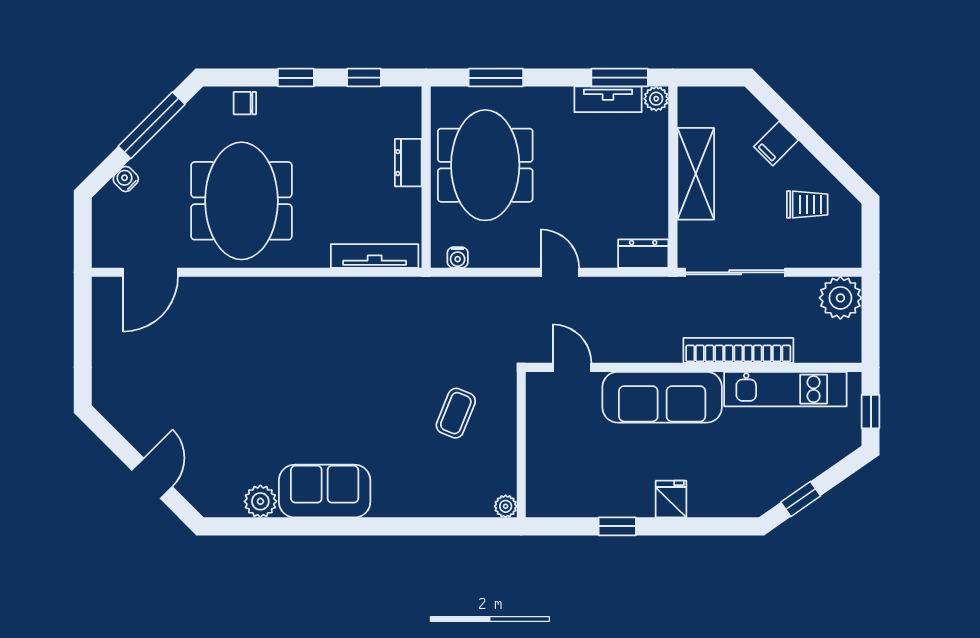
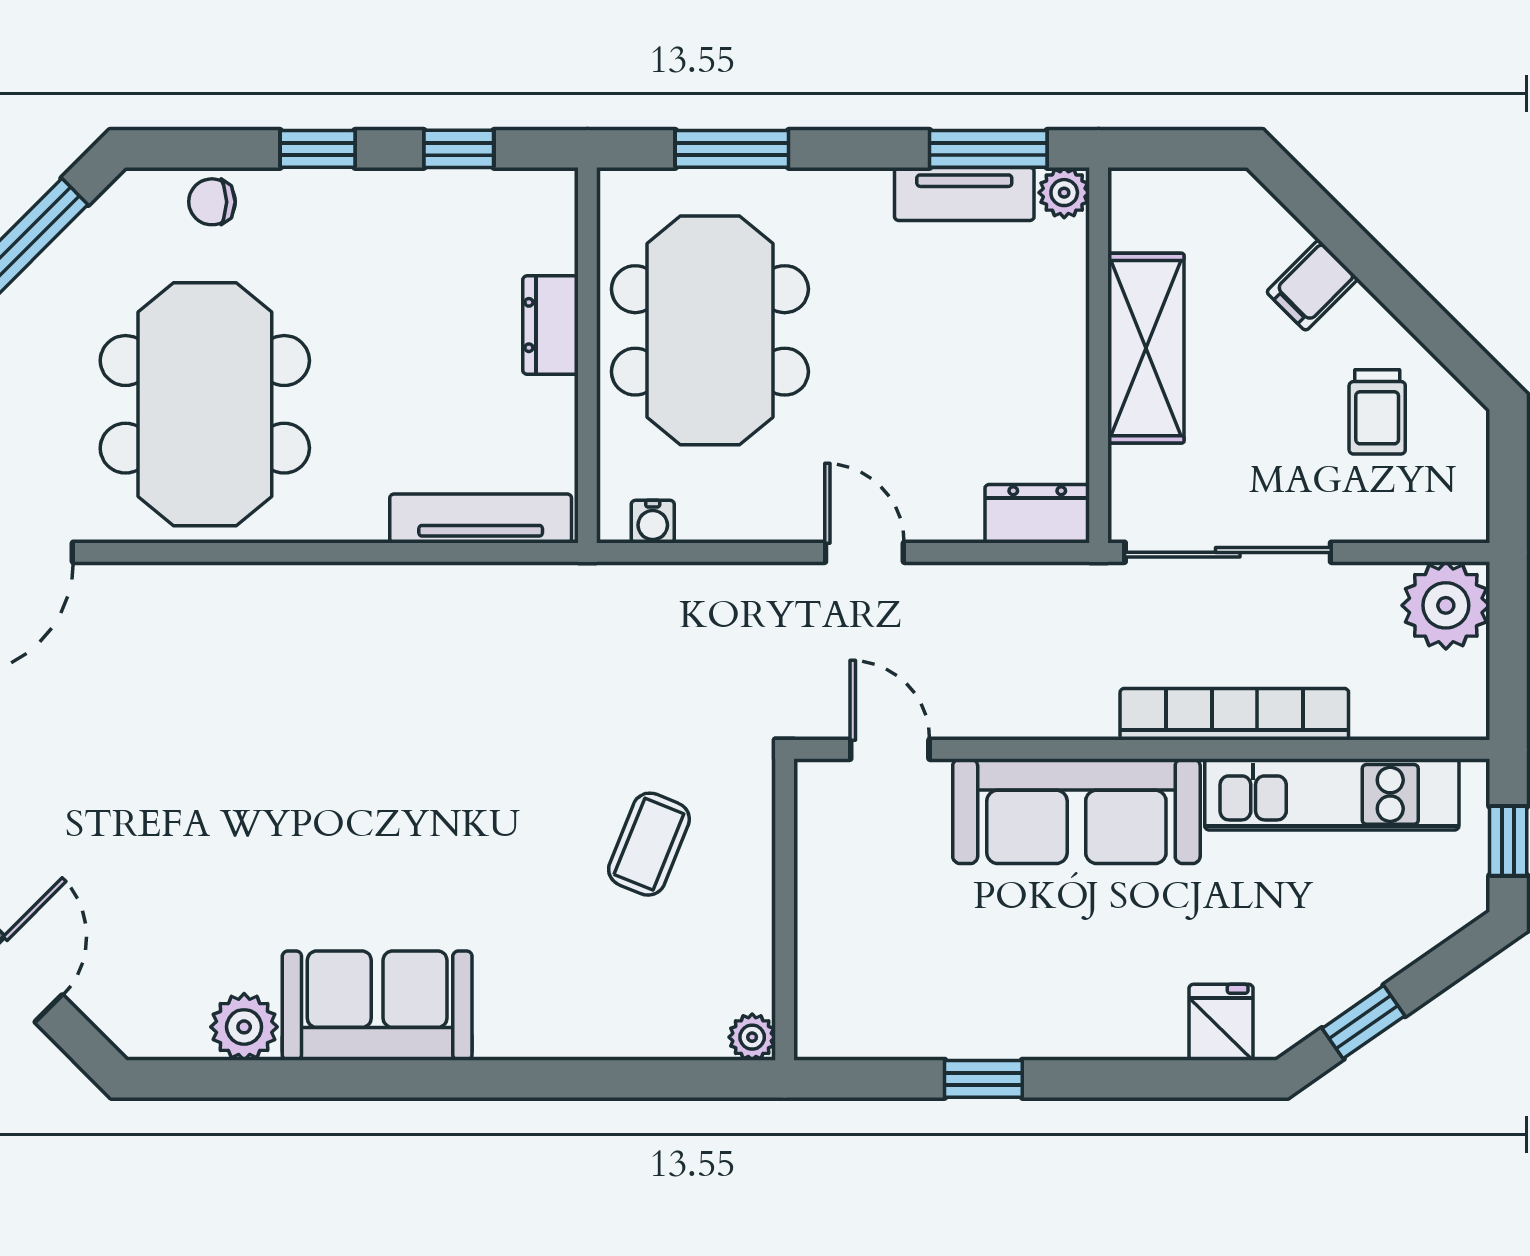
trolley: (807, 204) -> (1377, 412), turned 90
fridge: (671, 499) -> (1221, 1022), moved

